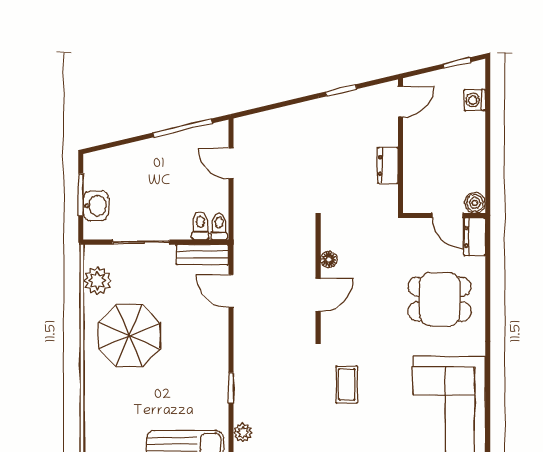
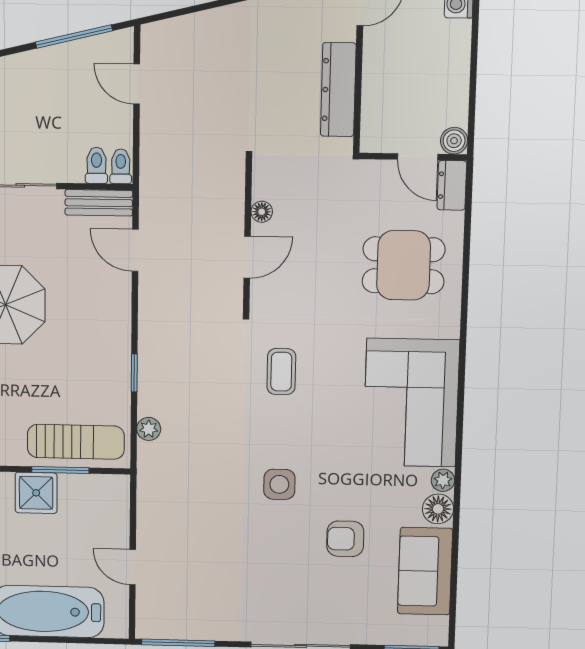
dresser: (388, 165) -> (338, 90), width x1.96, depth x1.24

